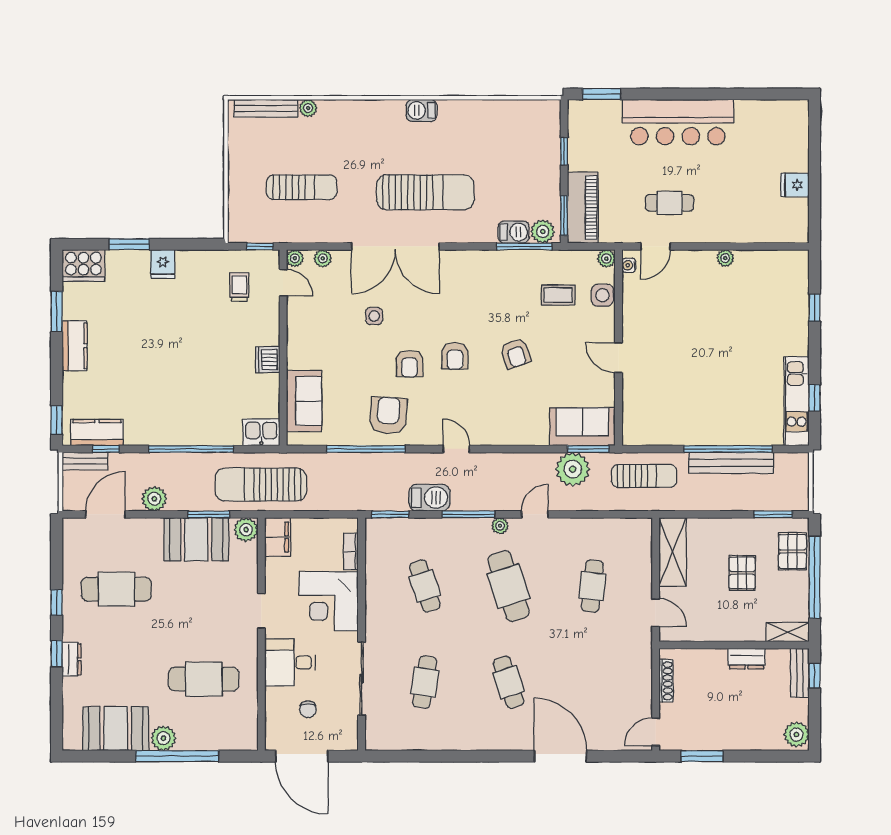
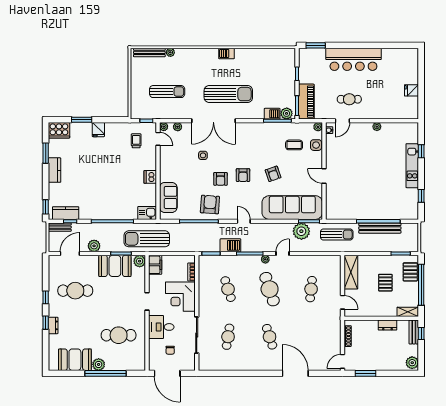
kitchen unit: (796, 401) -> (412, 166), moved
sofa: (582, 427) -> (292, 208), width x1.85, depth x1.27

